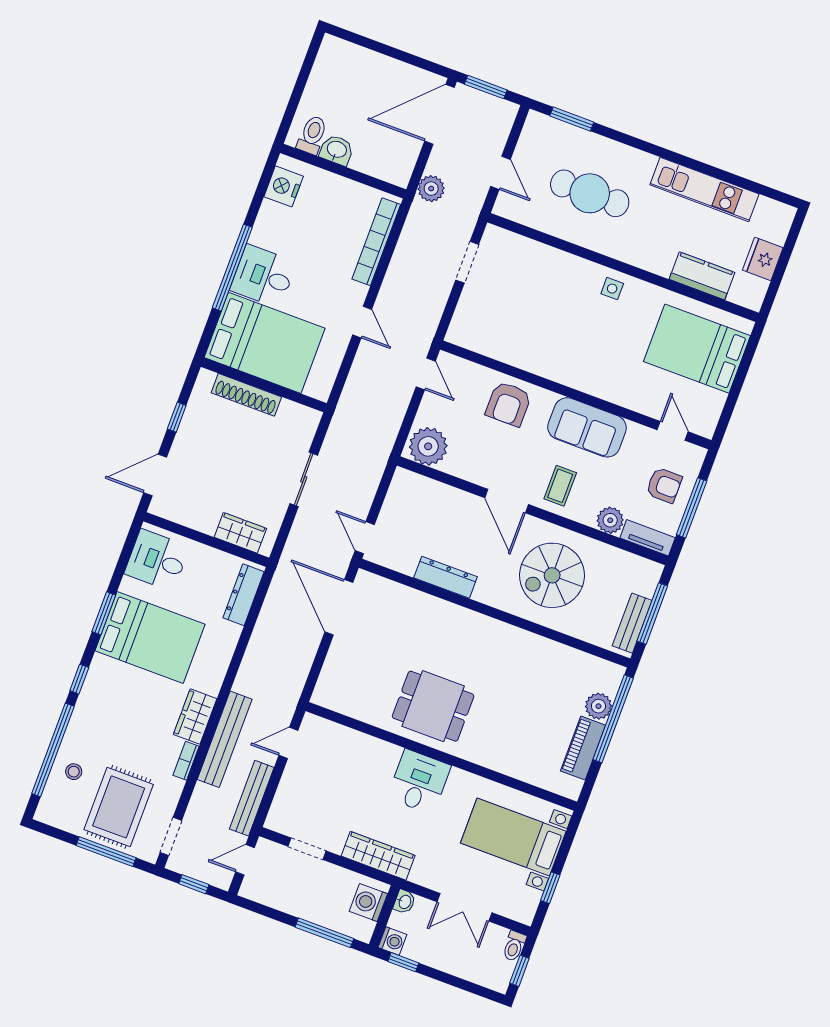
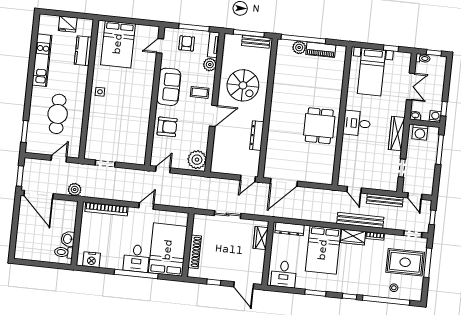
bed: (150, 637) -> (323, 250), moved, turned 180

